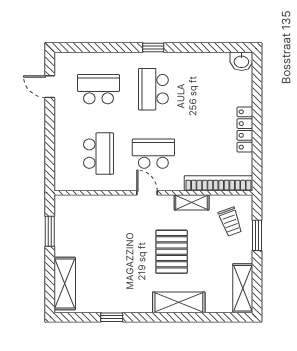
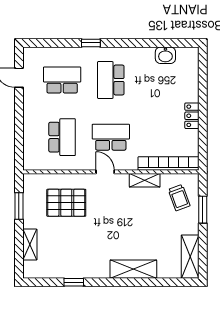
window: (153, 47) -> (91, 43), moved
washbasin: (241, 61) -> (165, 55), moved
locker: (245, 129) -> (192, 116), width x0.66
pallet: (172, 252) -> (66, 203), moved, turned 90
shelving: (65, 283) -> (30, 245), width x0.67, depth x0.75

